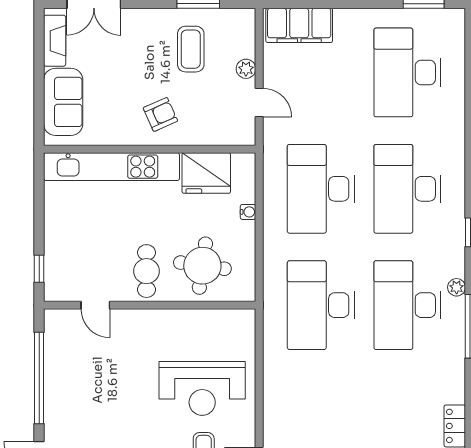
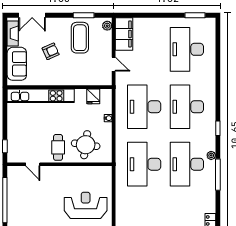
filing cabinet: (299, 25) -> (124, 34), moved, turned -90
coffee table: (191, 49) -> (80, 38), width x1.36, depth x1.32
plant: (246, 69) -> (107, 26), moved
armchair: (160, 114) -> (51, 51), moved
fridge: (206, 173) -> (93, 96), width x0.53, depth x0.75
reception desk: (202, 388) -> (86, 205), turned 180

